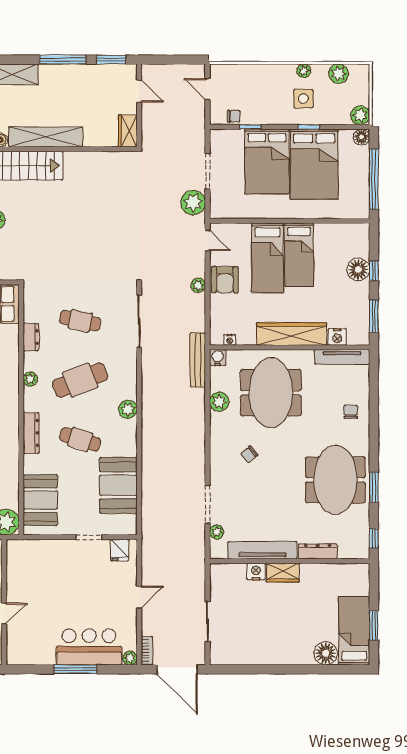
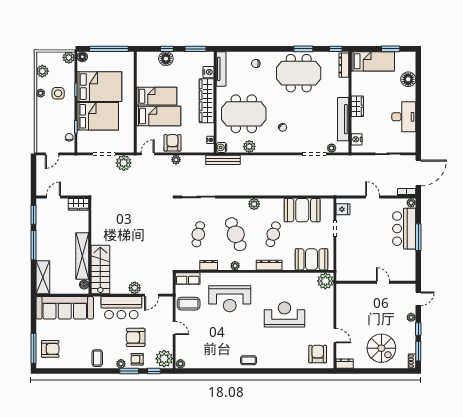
armchair: (225, 280) -> (172, 143), turned -90
dresser: (318, 551) -> (344, 65), moved
nightstand: (256, 572) -> (357, 139), moved
bed: (354, 631) -> (373, 61), moved, turned 180
desk: (266, 646) -> (404, 117), added

